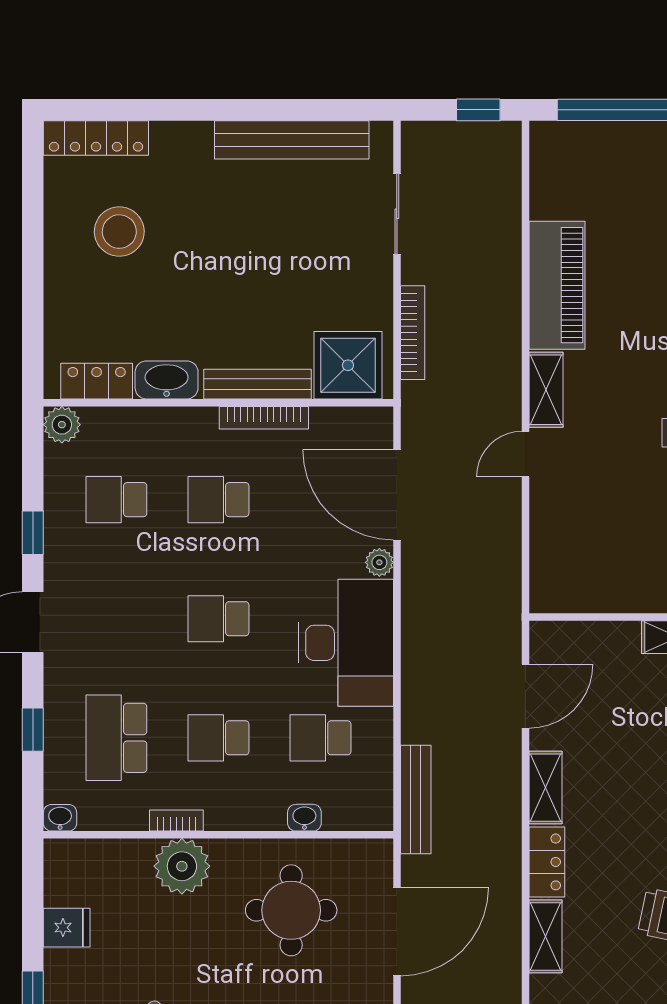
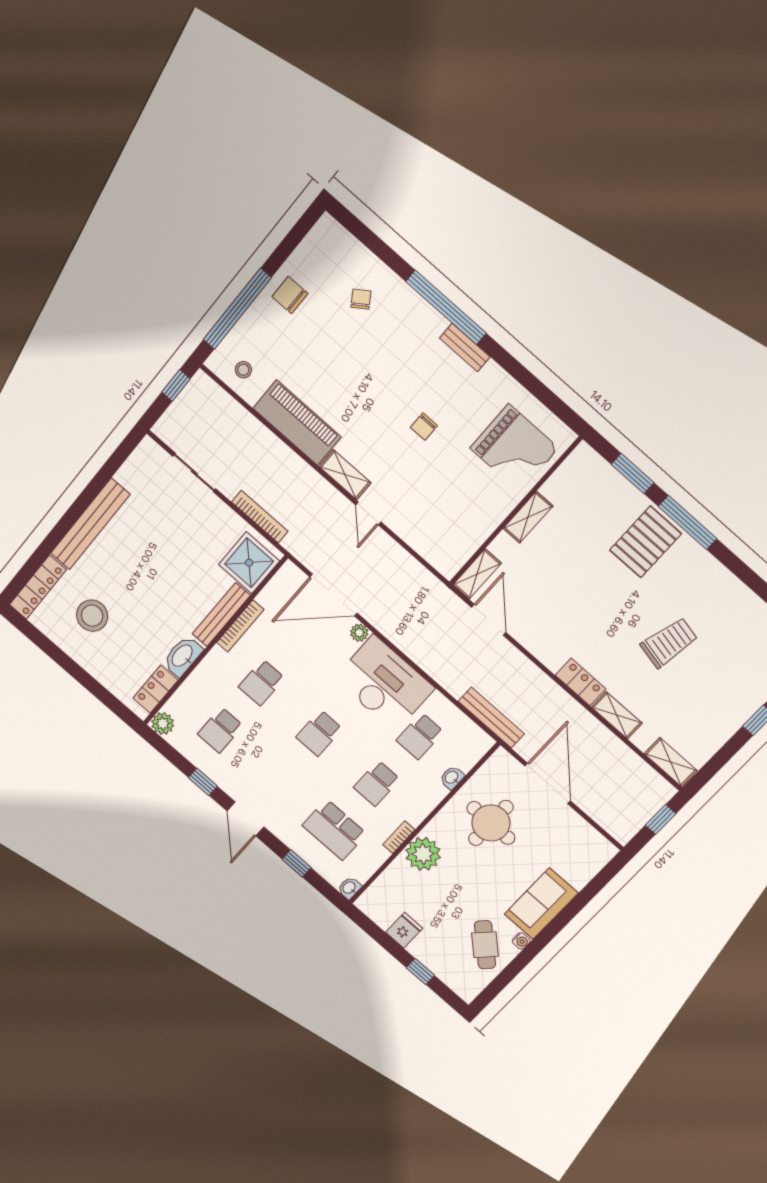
bench: (292, 140) -> (90, 524), moved
stool: (563, 173) -> (243, 370), added
shelving: (545, 788) -> (477, 574), moved, turned 90

